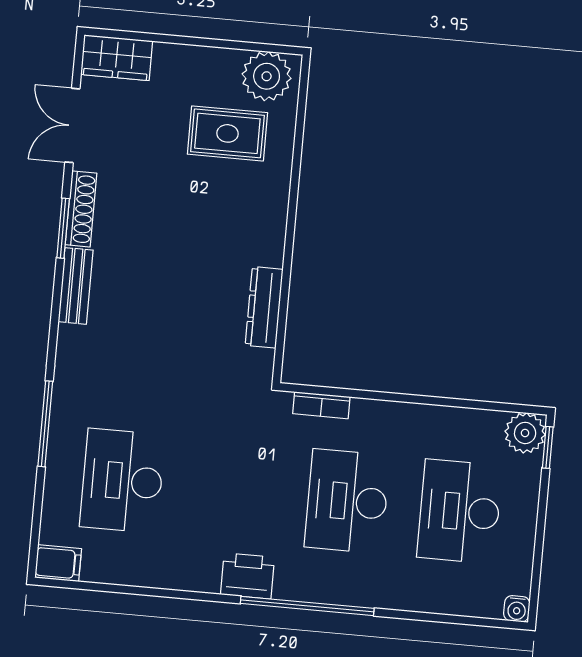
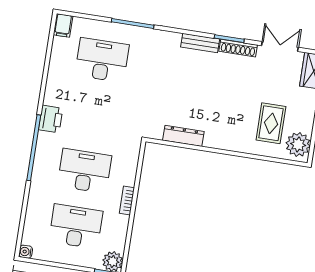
bookcase: (321, 405) -> (127, 201), moved

